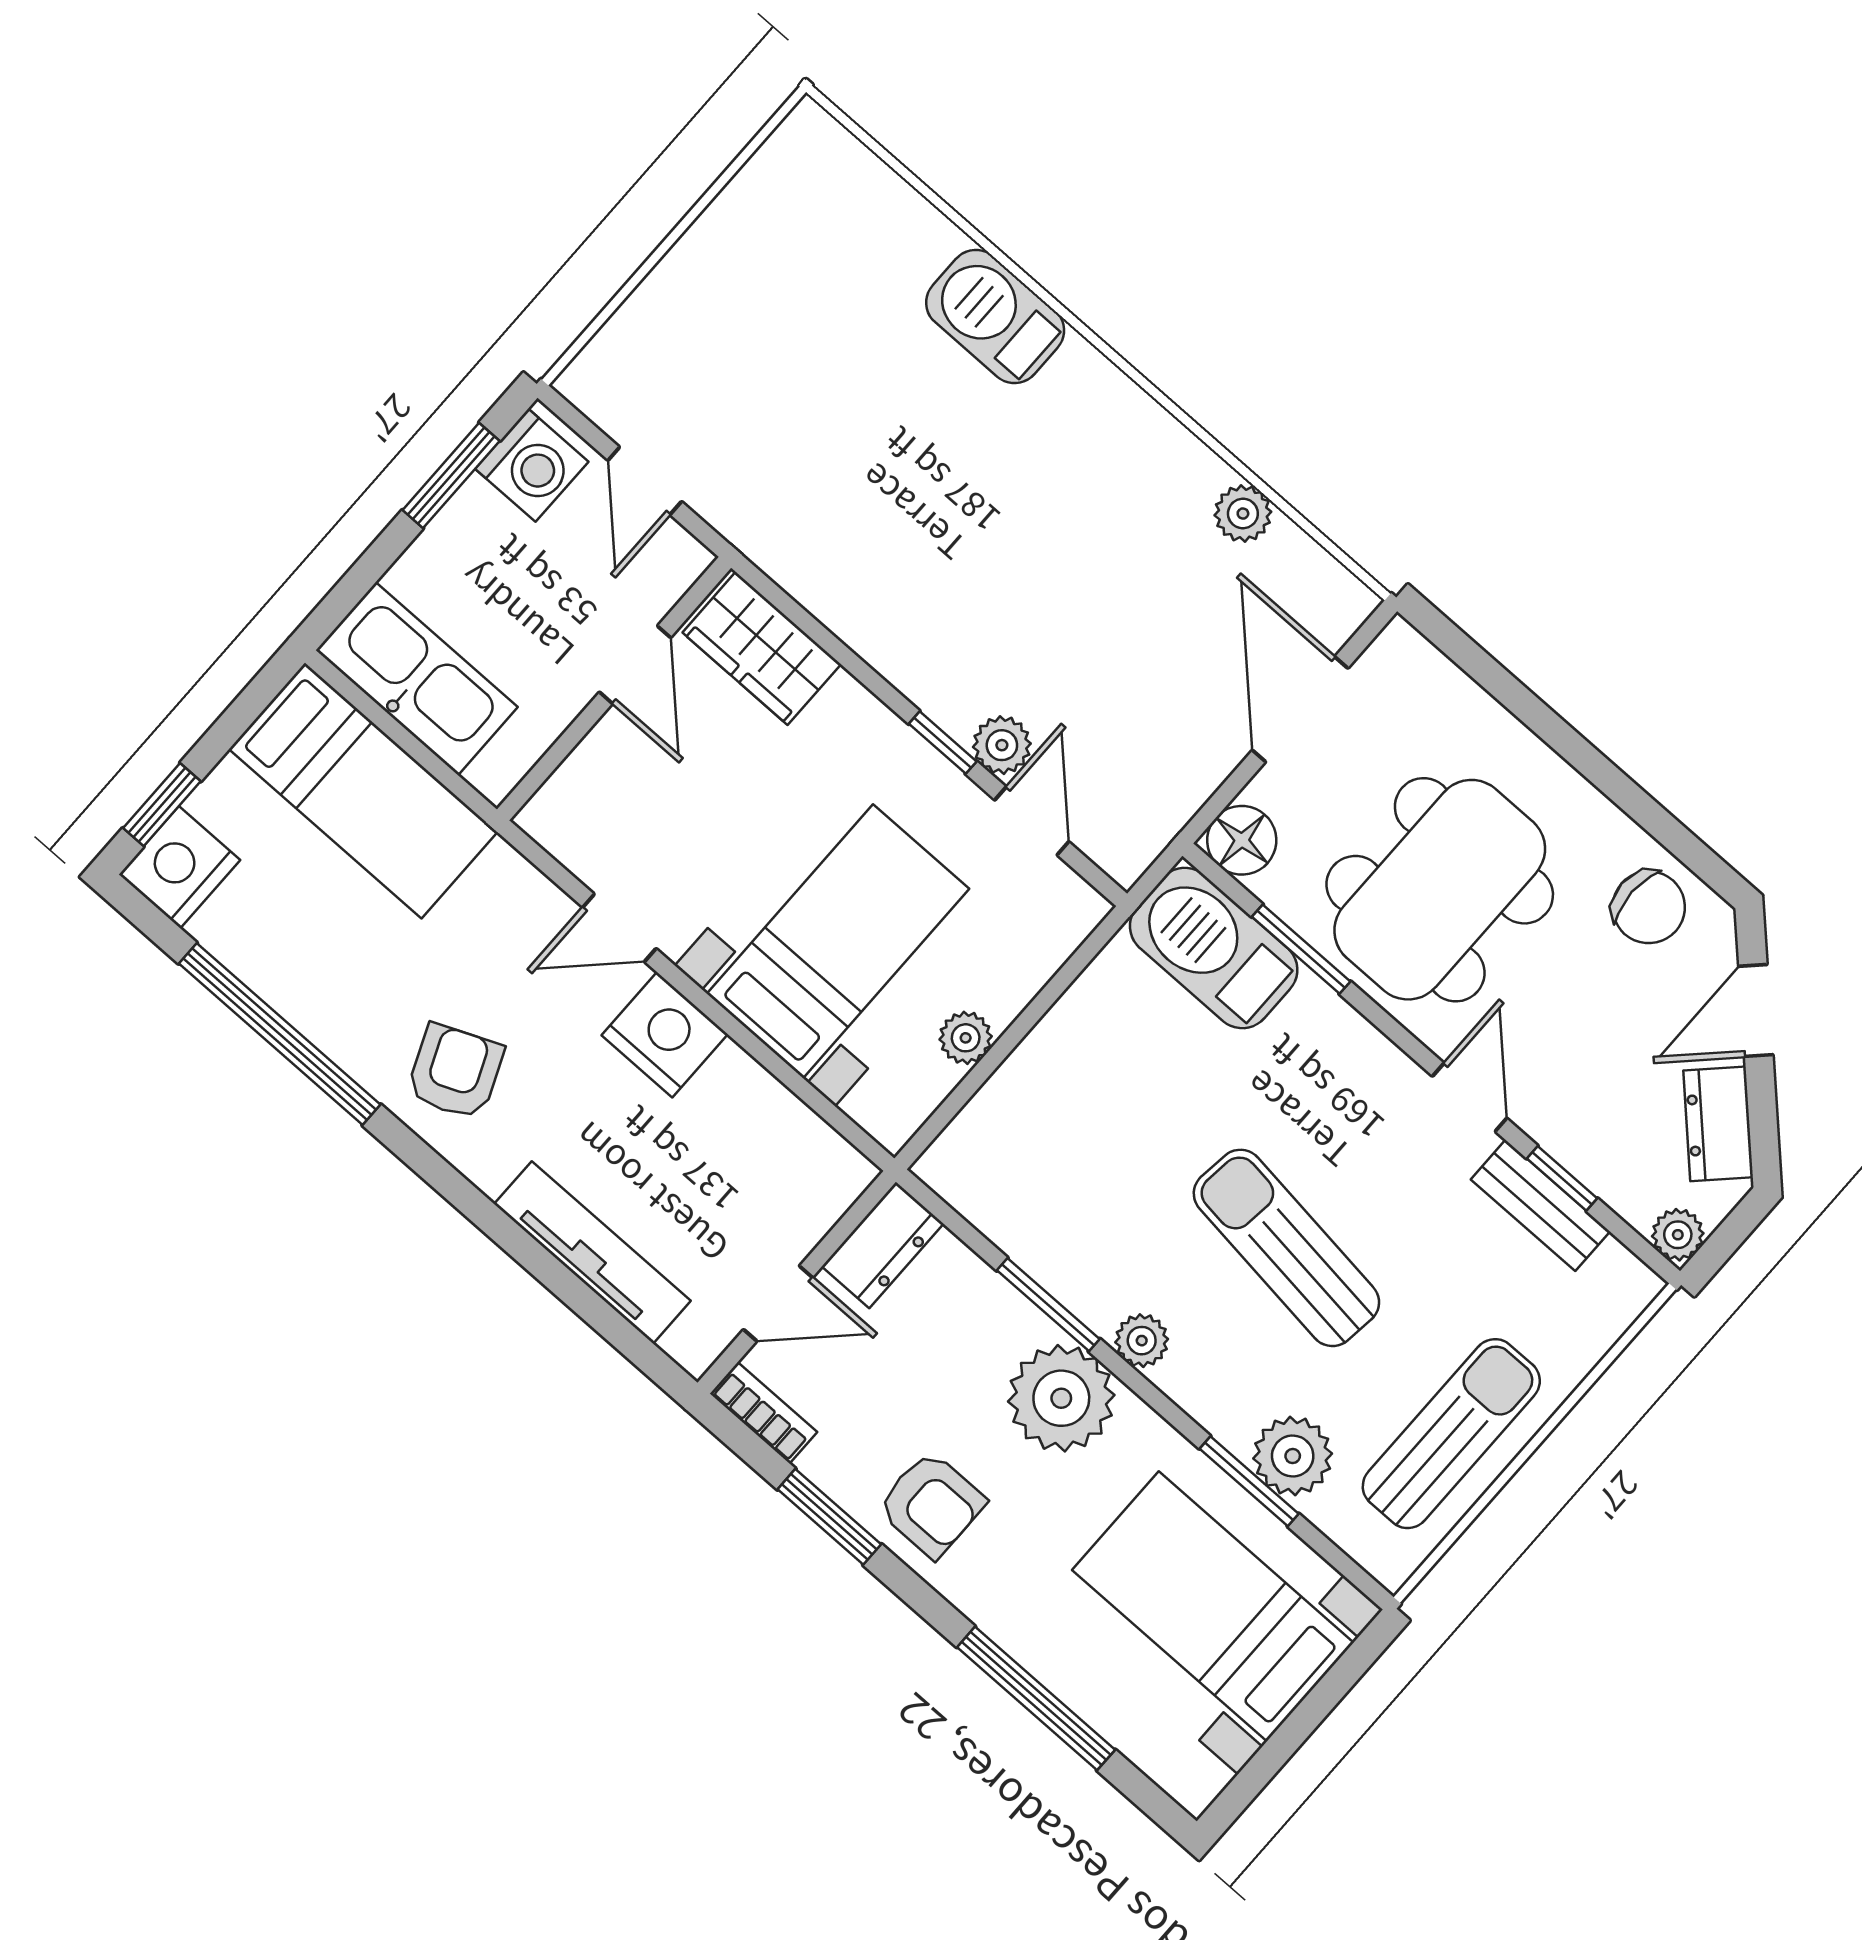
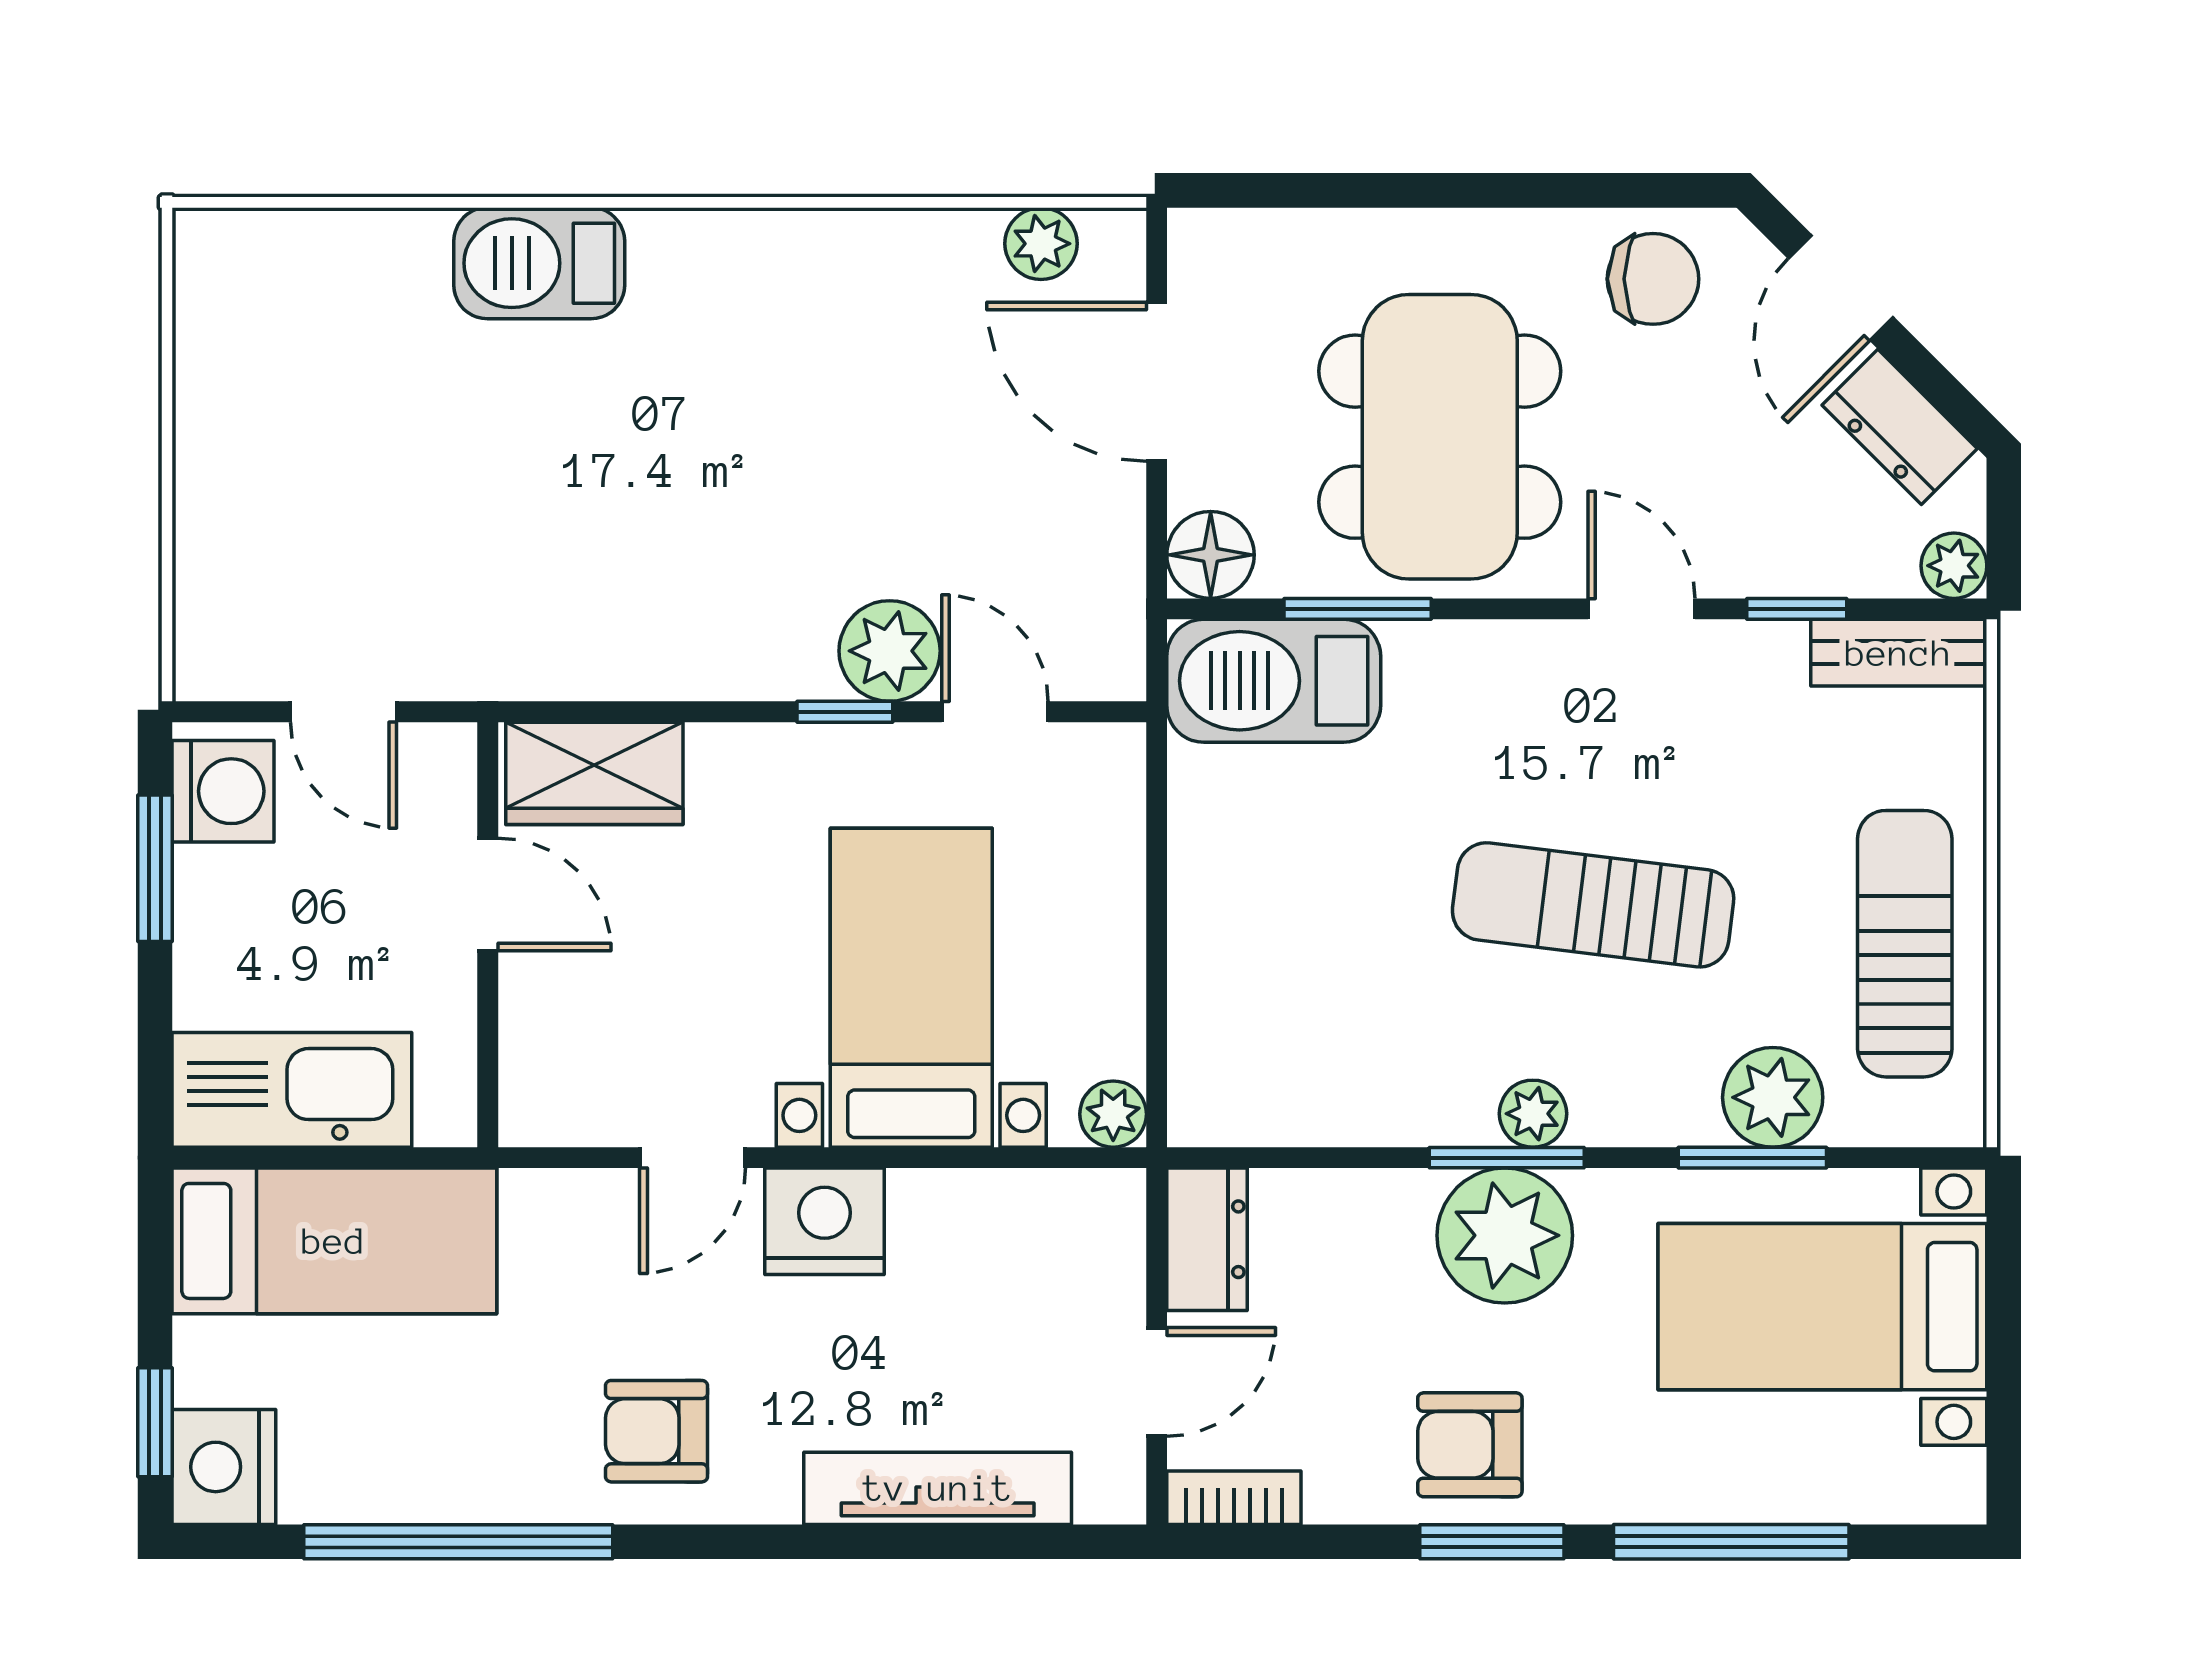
plant: (1243, 513) -> (1041, 244), moved
plant: (1002, 745) -> (890, 651), width x1.38, depth x1.38
plant: (966, 1038) -> (1113, 1114), moved
armchair: (455, 1072) -> (657, 1431), turned -67
bench: (1540, 1205) -> (1899, 653), moved
window: (1048, 1305) -> (1507, 1158), moved
armchair: (931, 1504) -> (1470, 1445), turned 180
window: (829, 1517) -> (1492, 1542), moved

